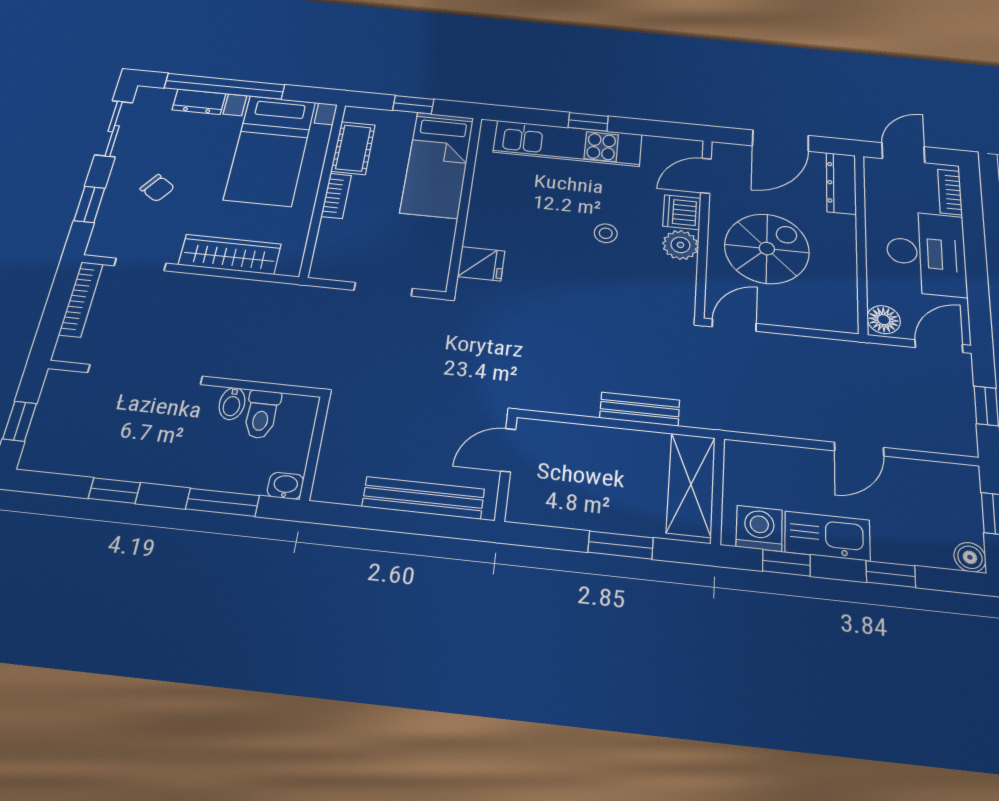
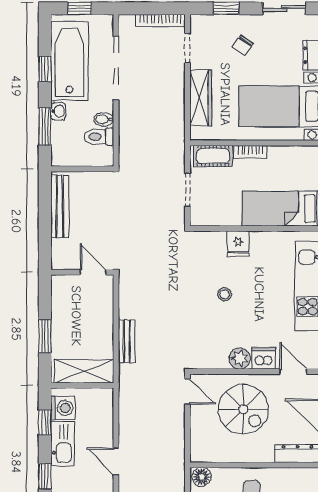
cot: (353, 148) -> (213, 156), moved
stool: (606, 233) -> (225, 294), moved
fridge: (481, 264) -> (238, 244), moved
bathtub: (111, 448) -> (69, 61), added
washbasin: (285, 486) -> (58, 111), moved
bench: (423, 498) -> (60, 207), moved

